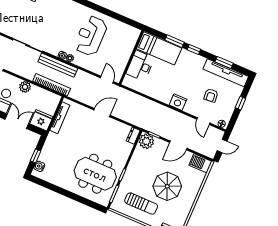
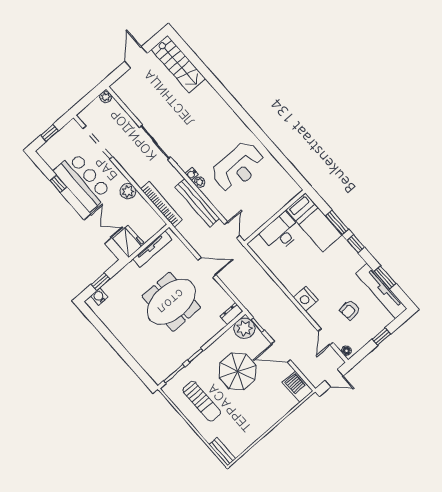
reception desk: (91, 36) -> (238, 167), turned 180
bench: (58, 65) -> (197, 203), moved
meeting table: (95, 174) -> (171, 302), moved, turned 90
parasol: (167, 186) -> (238, 371), moved

